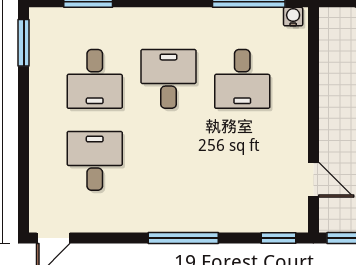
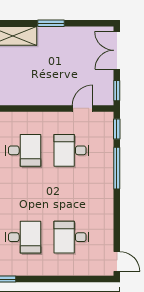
desk: (168, 79) -> (71, 150), moved
window: (183, 238) -> (117, 168), moved

